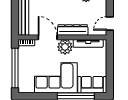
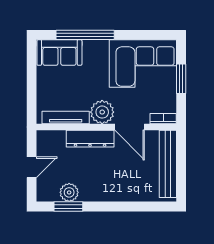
door: (110, 23) -> (32, 167), moved
window: (15, 68) -> (181, 79), width x0.47
corner sofa: (56, 78) -> (143, 63), moved

